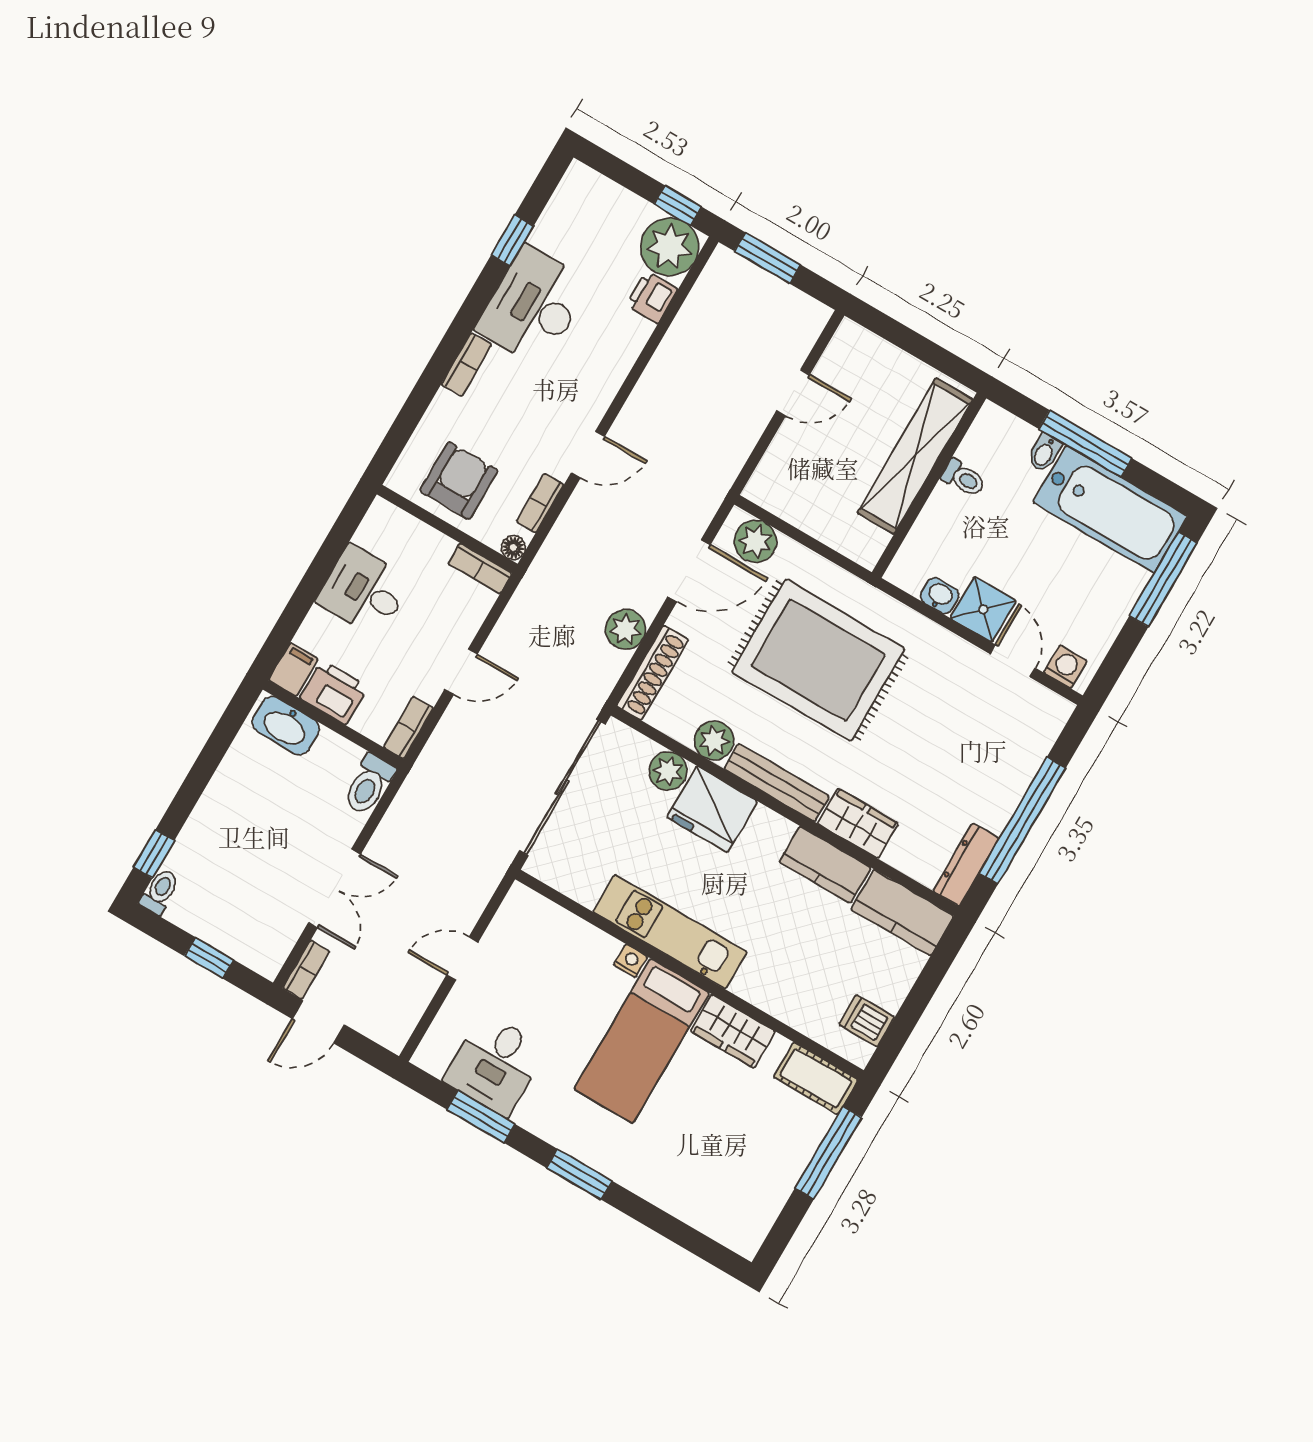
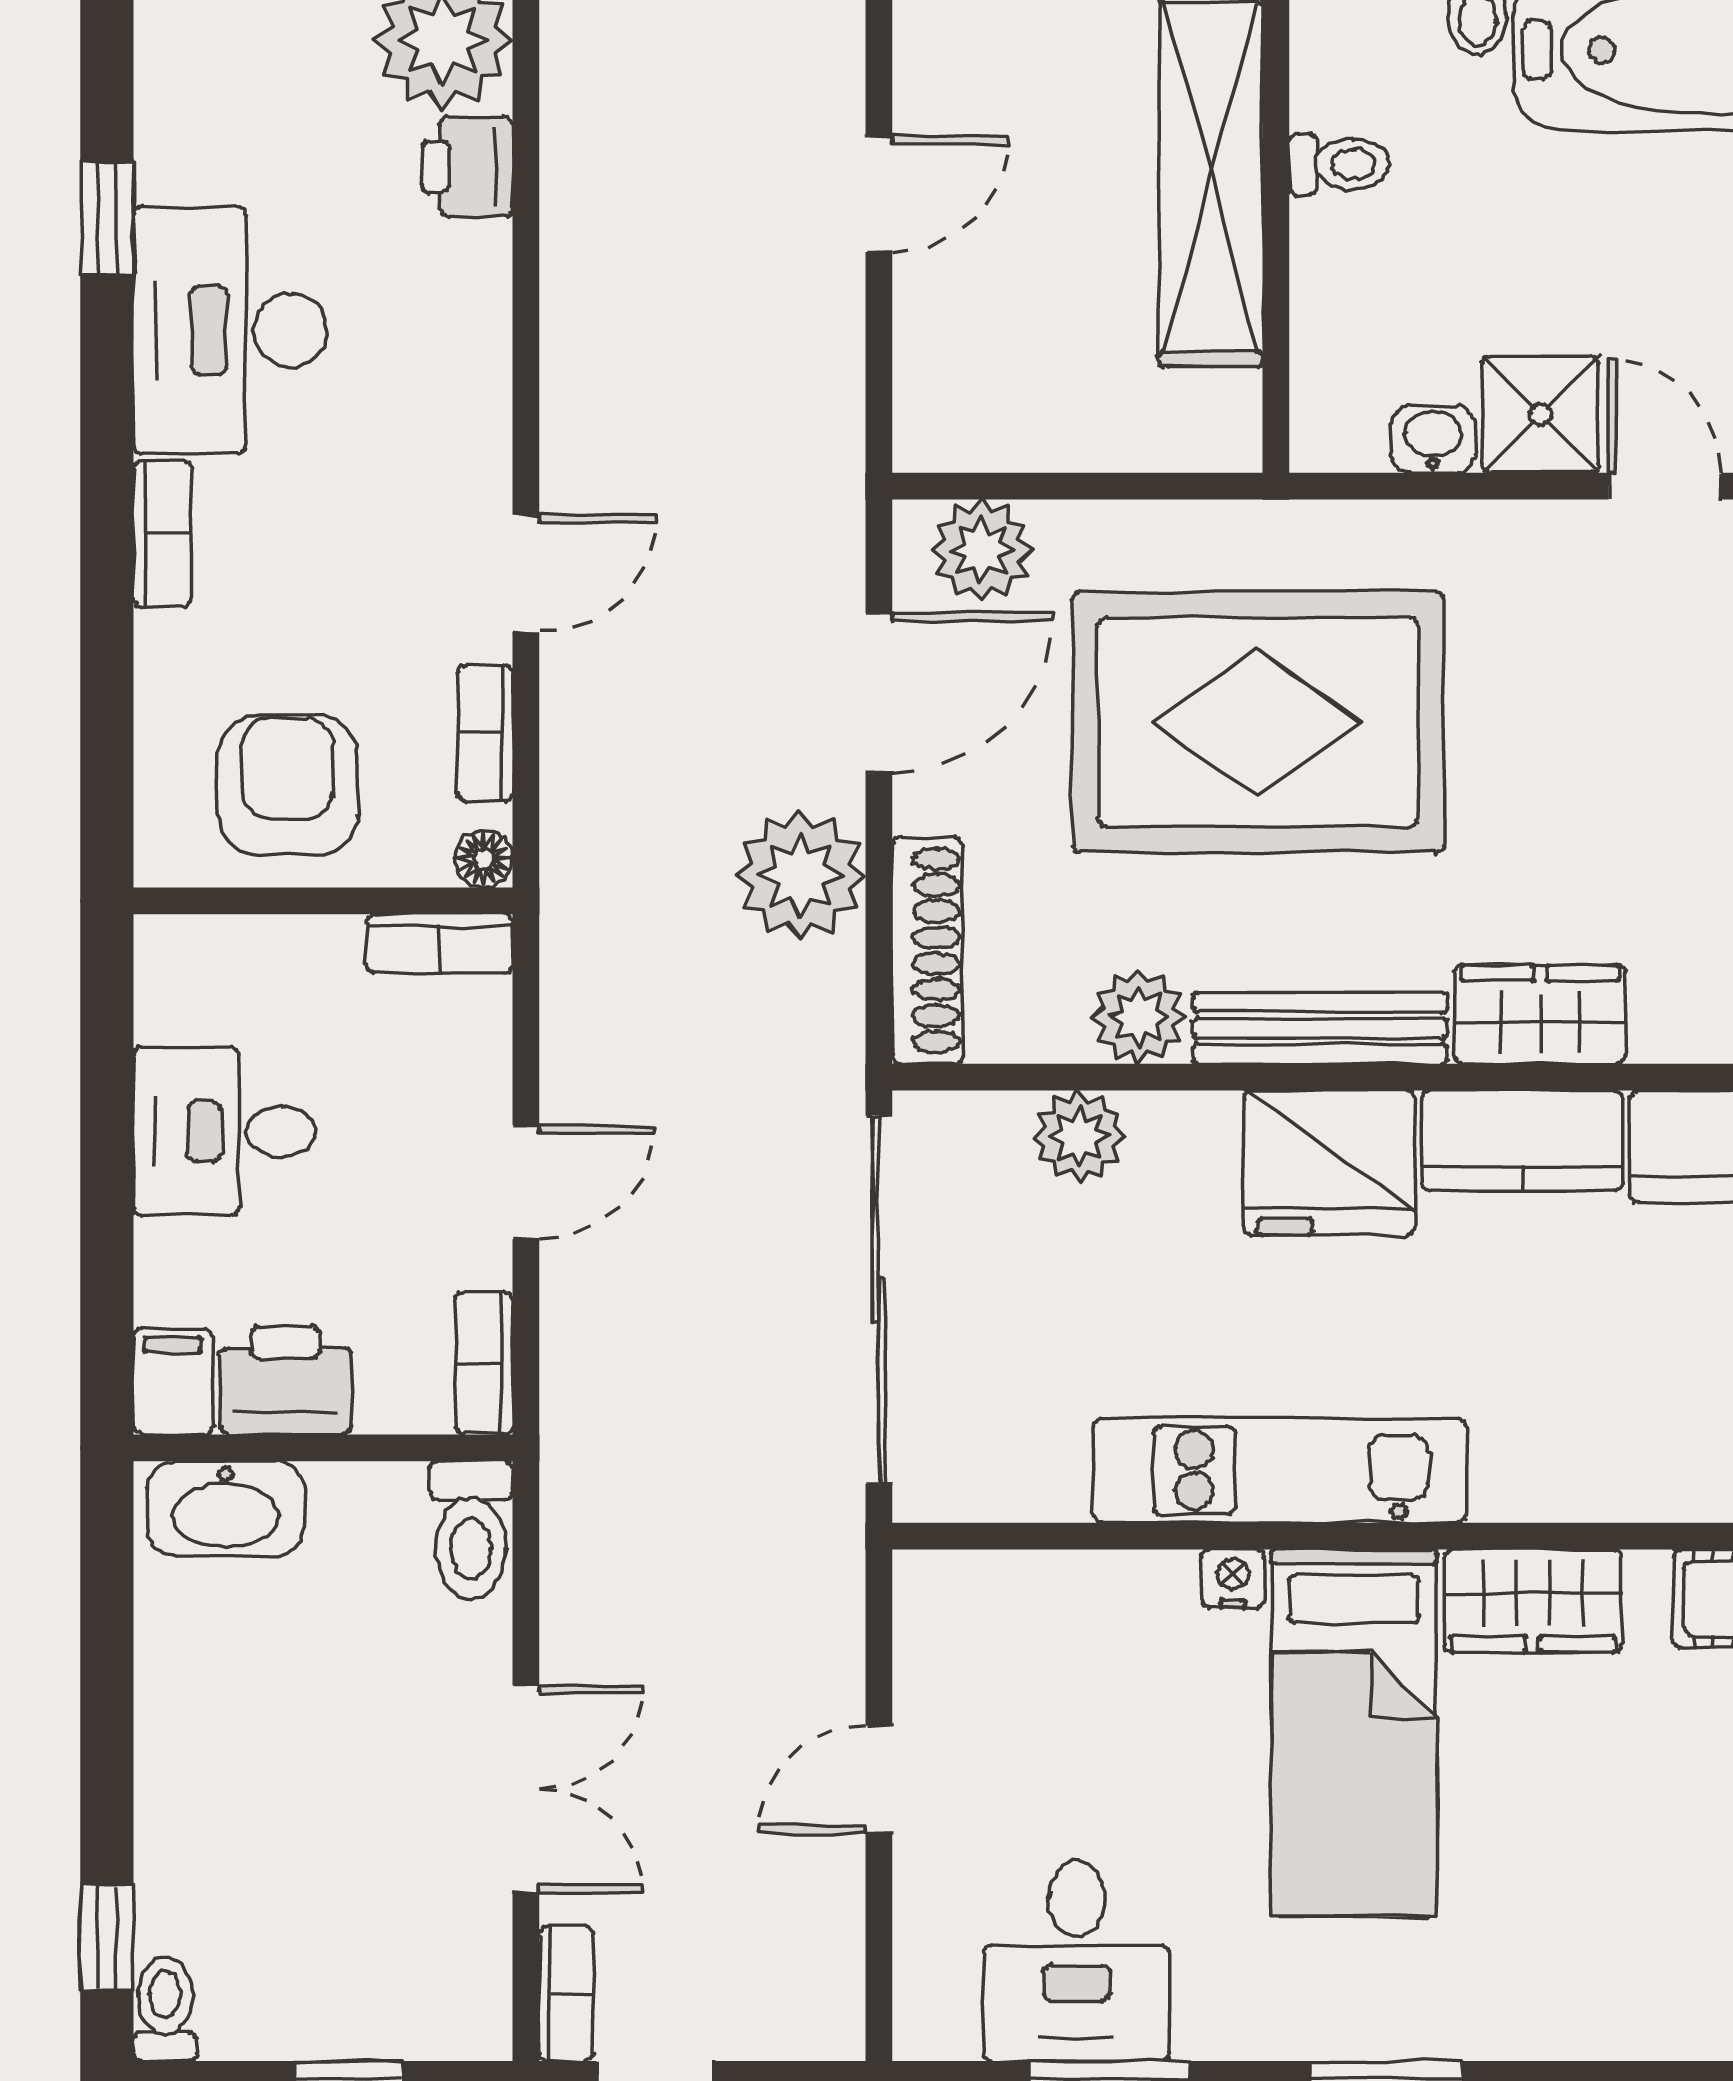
plant: (625, 629) -> (800, 875), width x1.36, depth x1.36
fridge: (712, 809) -> (1329, 1163), moved

